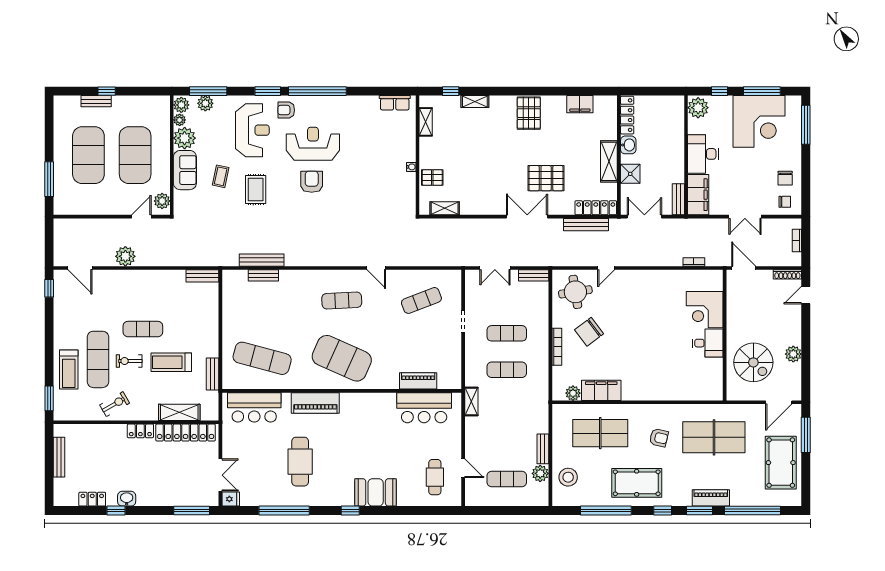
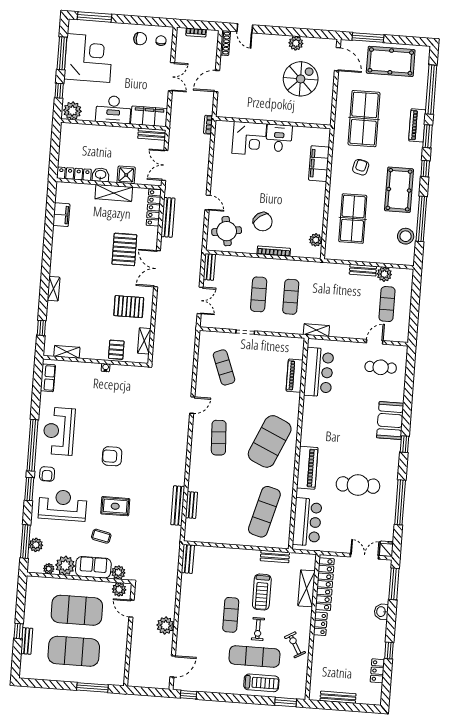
shelving: (475, 102) -> (54, 289), moved
plant: (181, 105) -> (118, 572), moved
pallet: (529, 113) -> (129, 307), moved
reception desk: (313, 144) -> (59, 431), moved
corner desk: (705, 310) -> (249, 139), moved
wall: (725, 335) -> (273, 123), moved
desk: (708, 343) -> (279, 138), moved
filing cabinet: (601, 390) -> (319, 164), moved
stool: (568, 477) -> (406, 236), moved
washbasin: (127, 499) -> (381, 612), moved

